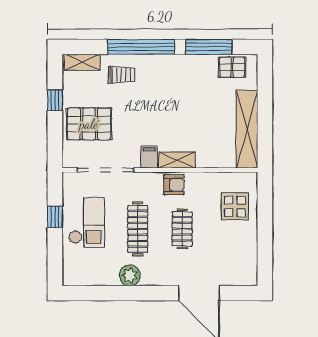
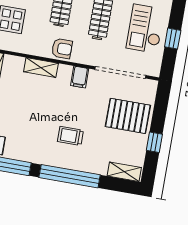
trolley: (122, 75) -> (70, 136), moved
shelving: (177, 160) -> (41, 67), moved
armchair: (174, 185) -> (62, 49), turned 180

